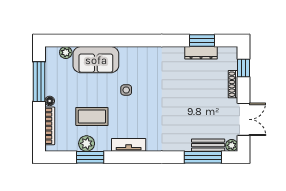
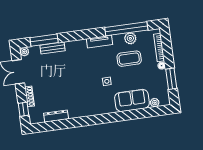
window: (202, 41) -> (57, 125), removed
window: (39, 82) -> (171, 79), width x0.69
bench: (208, 145) -> (53, 48), moved
window: (90, 157) -> (126, 29), width x2.11

